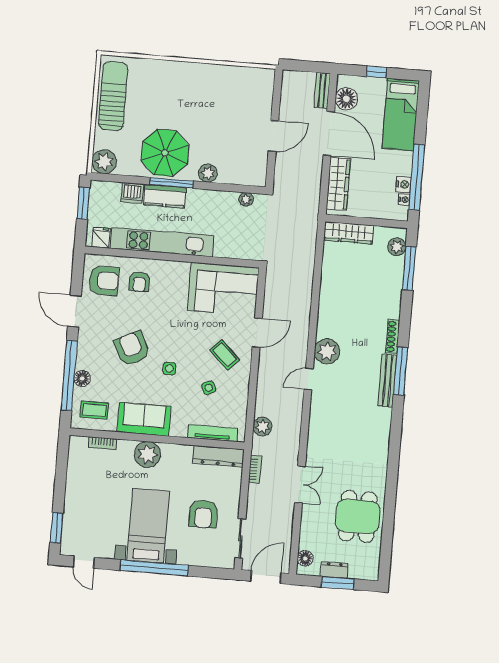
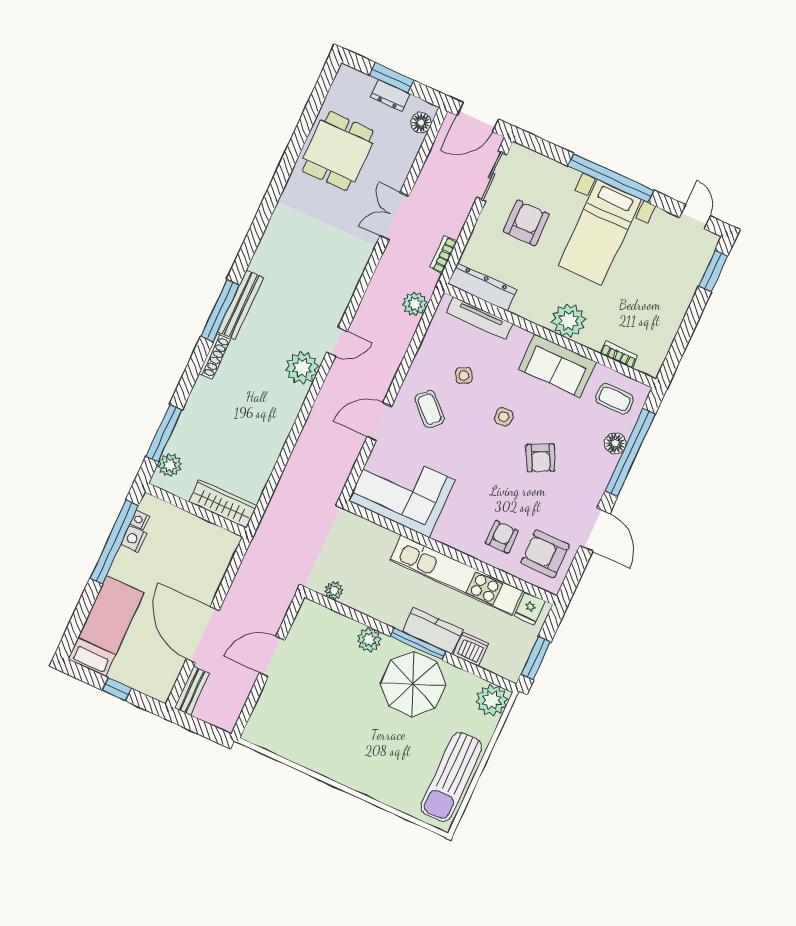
floor lamp: (346, 99) -> (166, 670), removed
wardrobe: (338, 184) -> (214, 569), removed
armchair: (132, 349) -> (541, 458), width x0.72, depth x0.72

